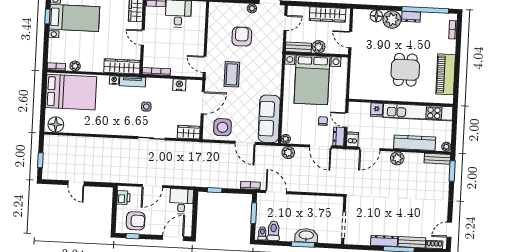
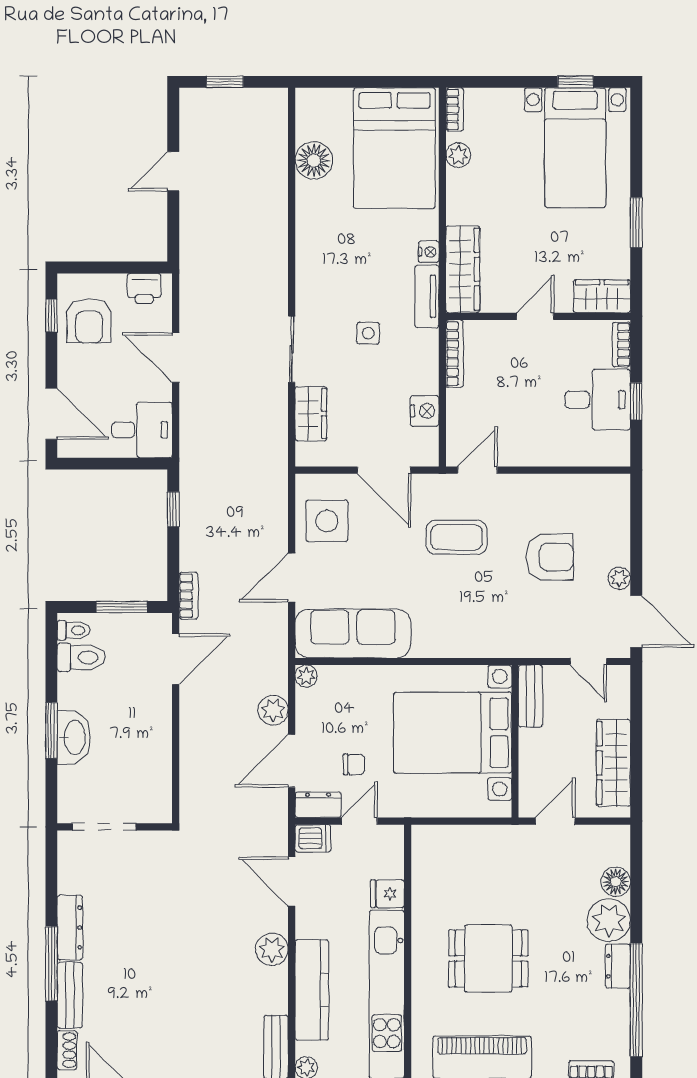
plant: (319, 47) -> (534, 745), removed
floor lamp: (56, 124) -> (314, 160), moved
wardrobe: (189, 132) -> (311, 414), moved
plant: (288, 153) -> (273, 710), moved

